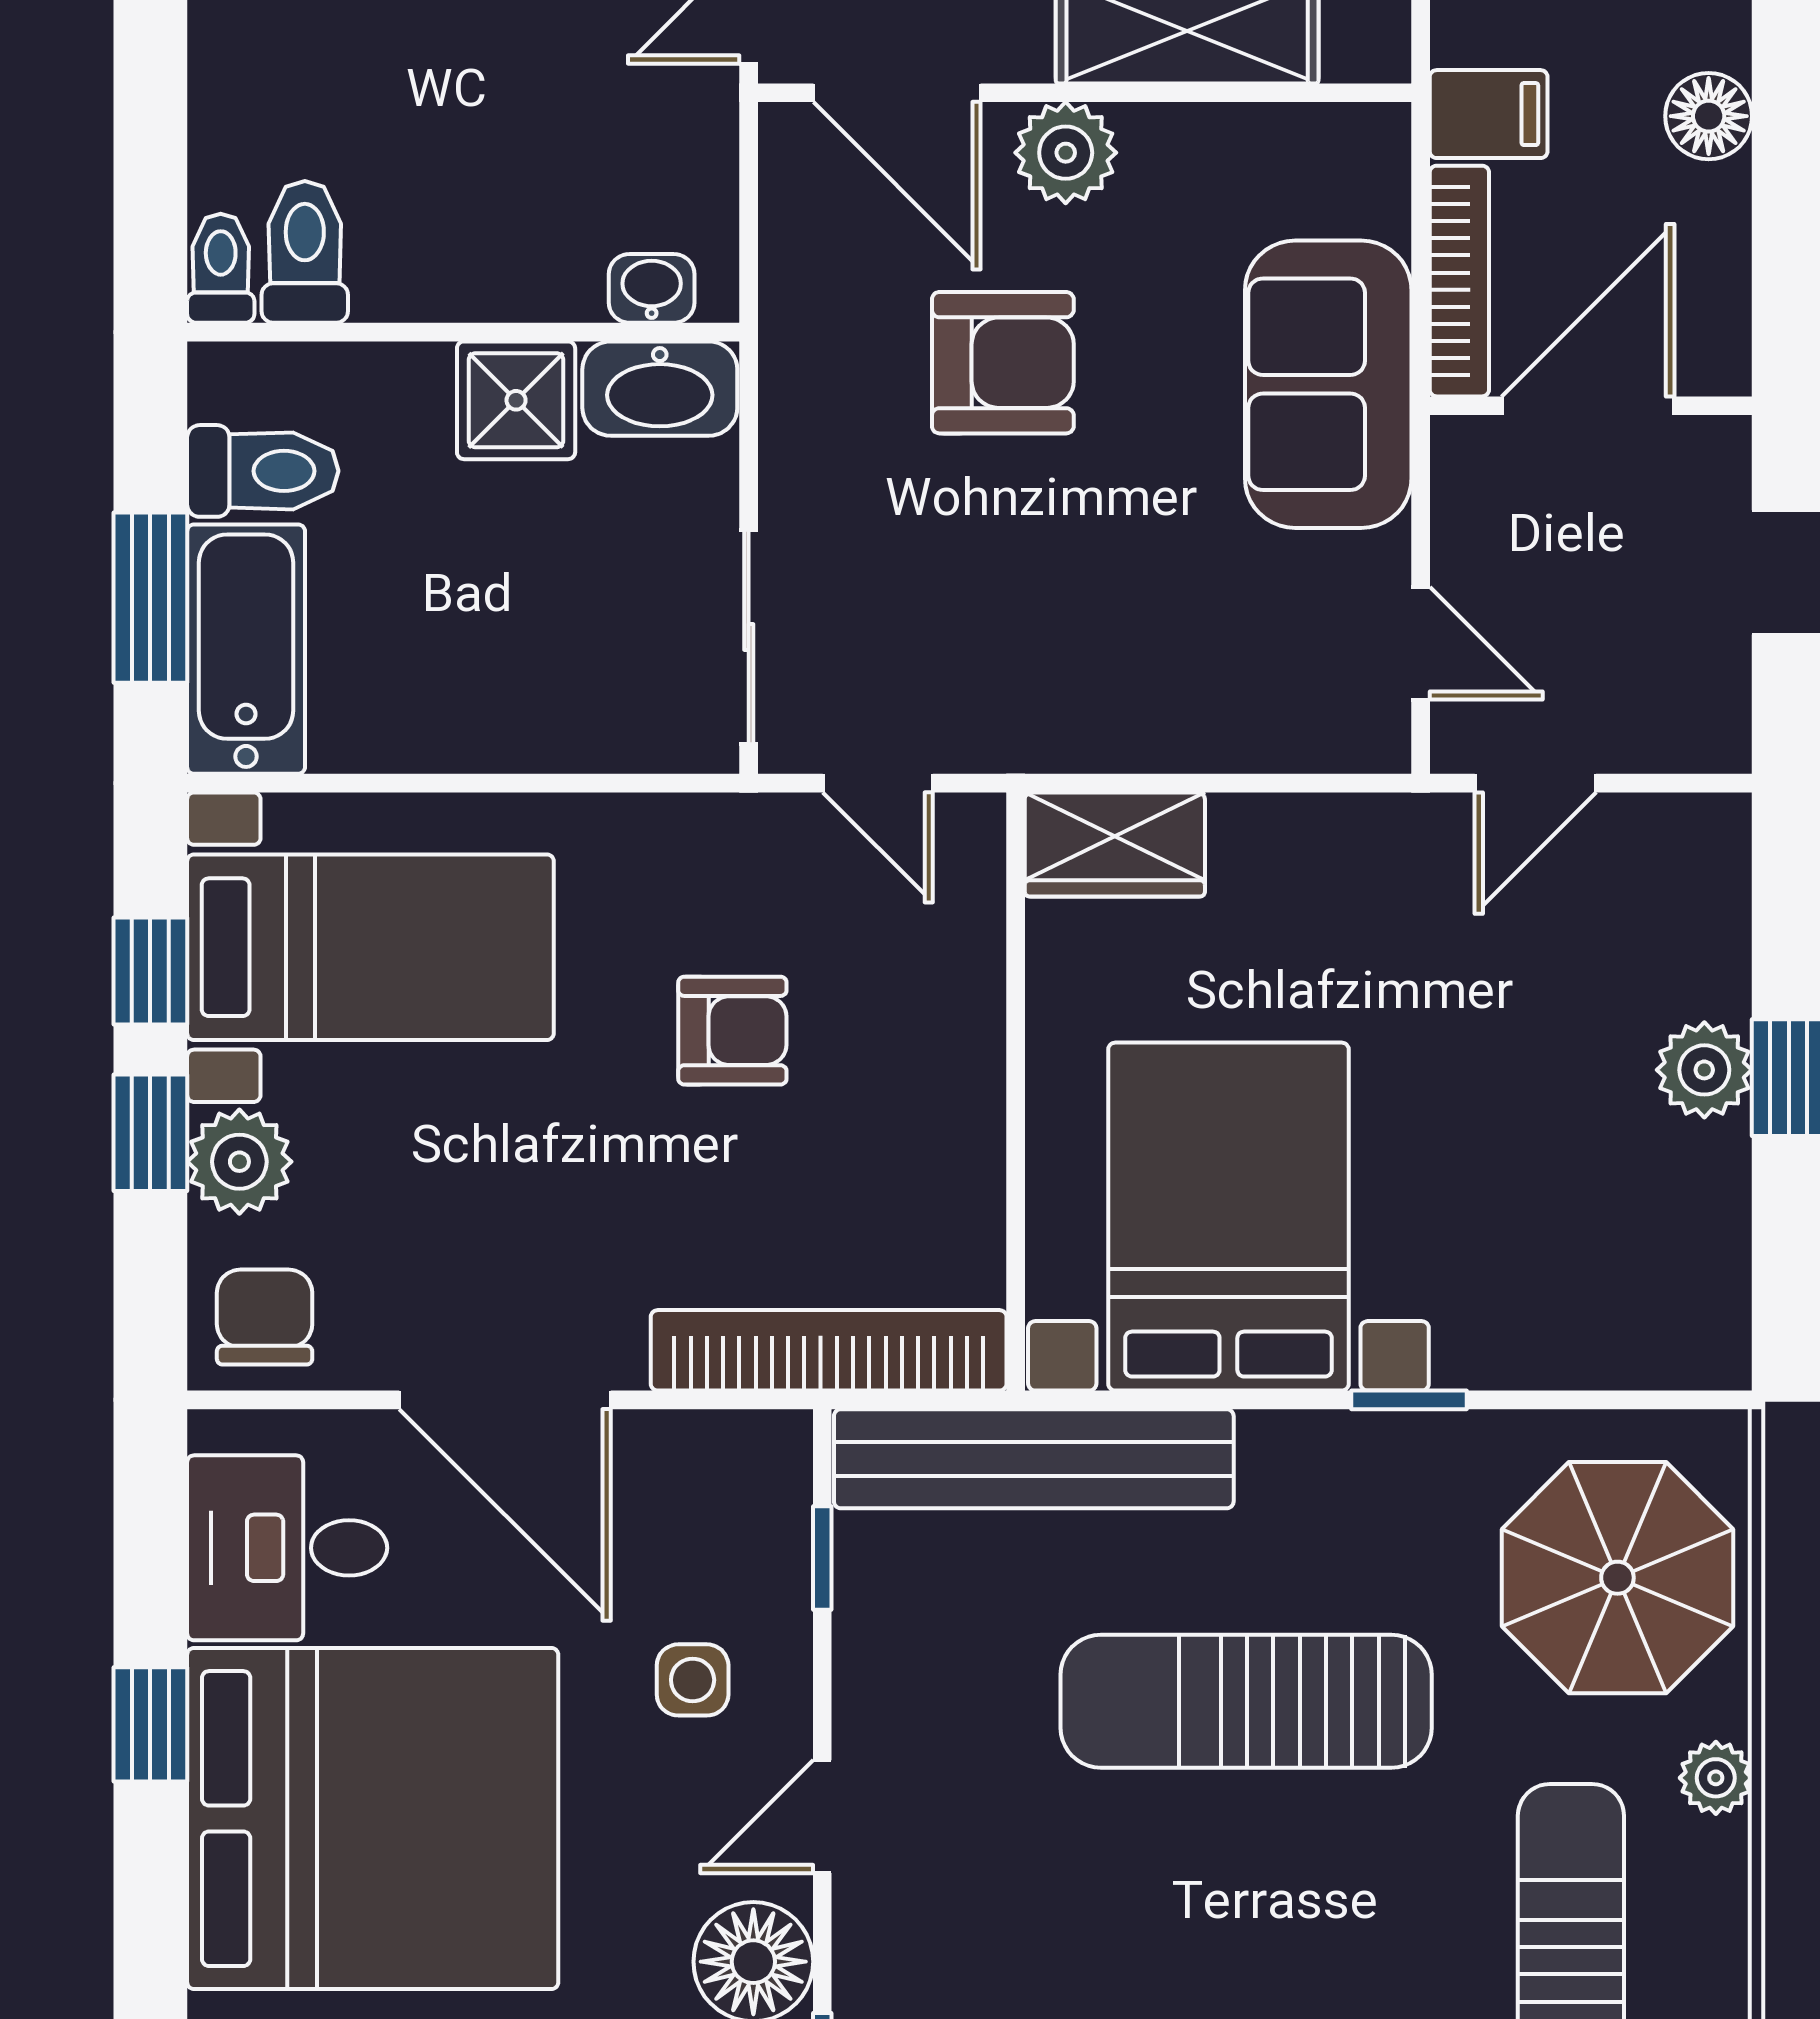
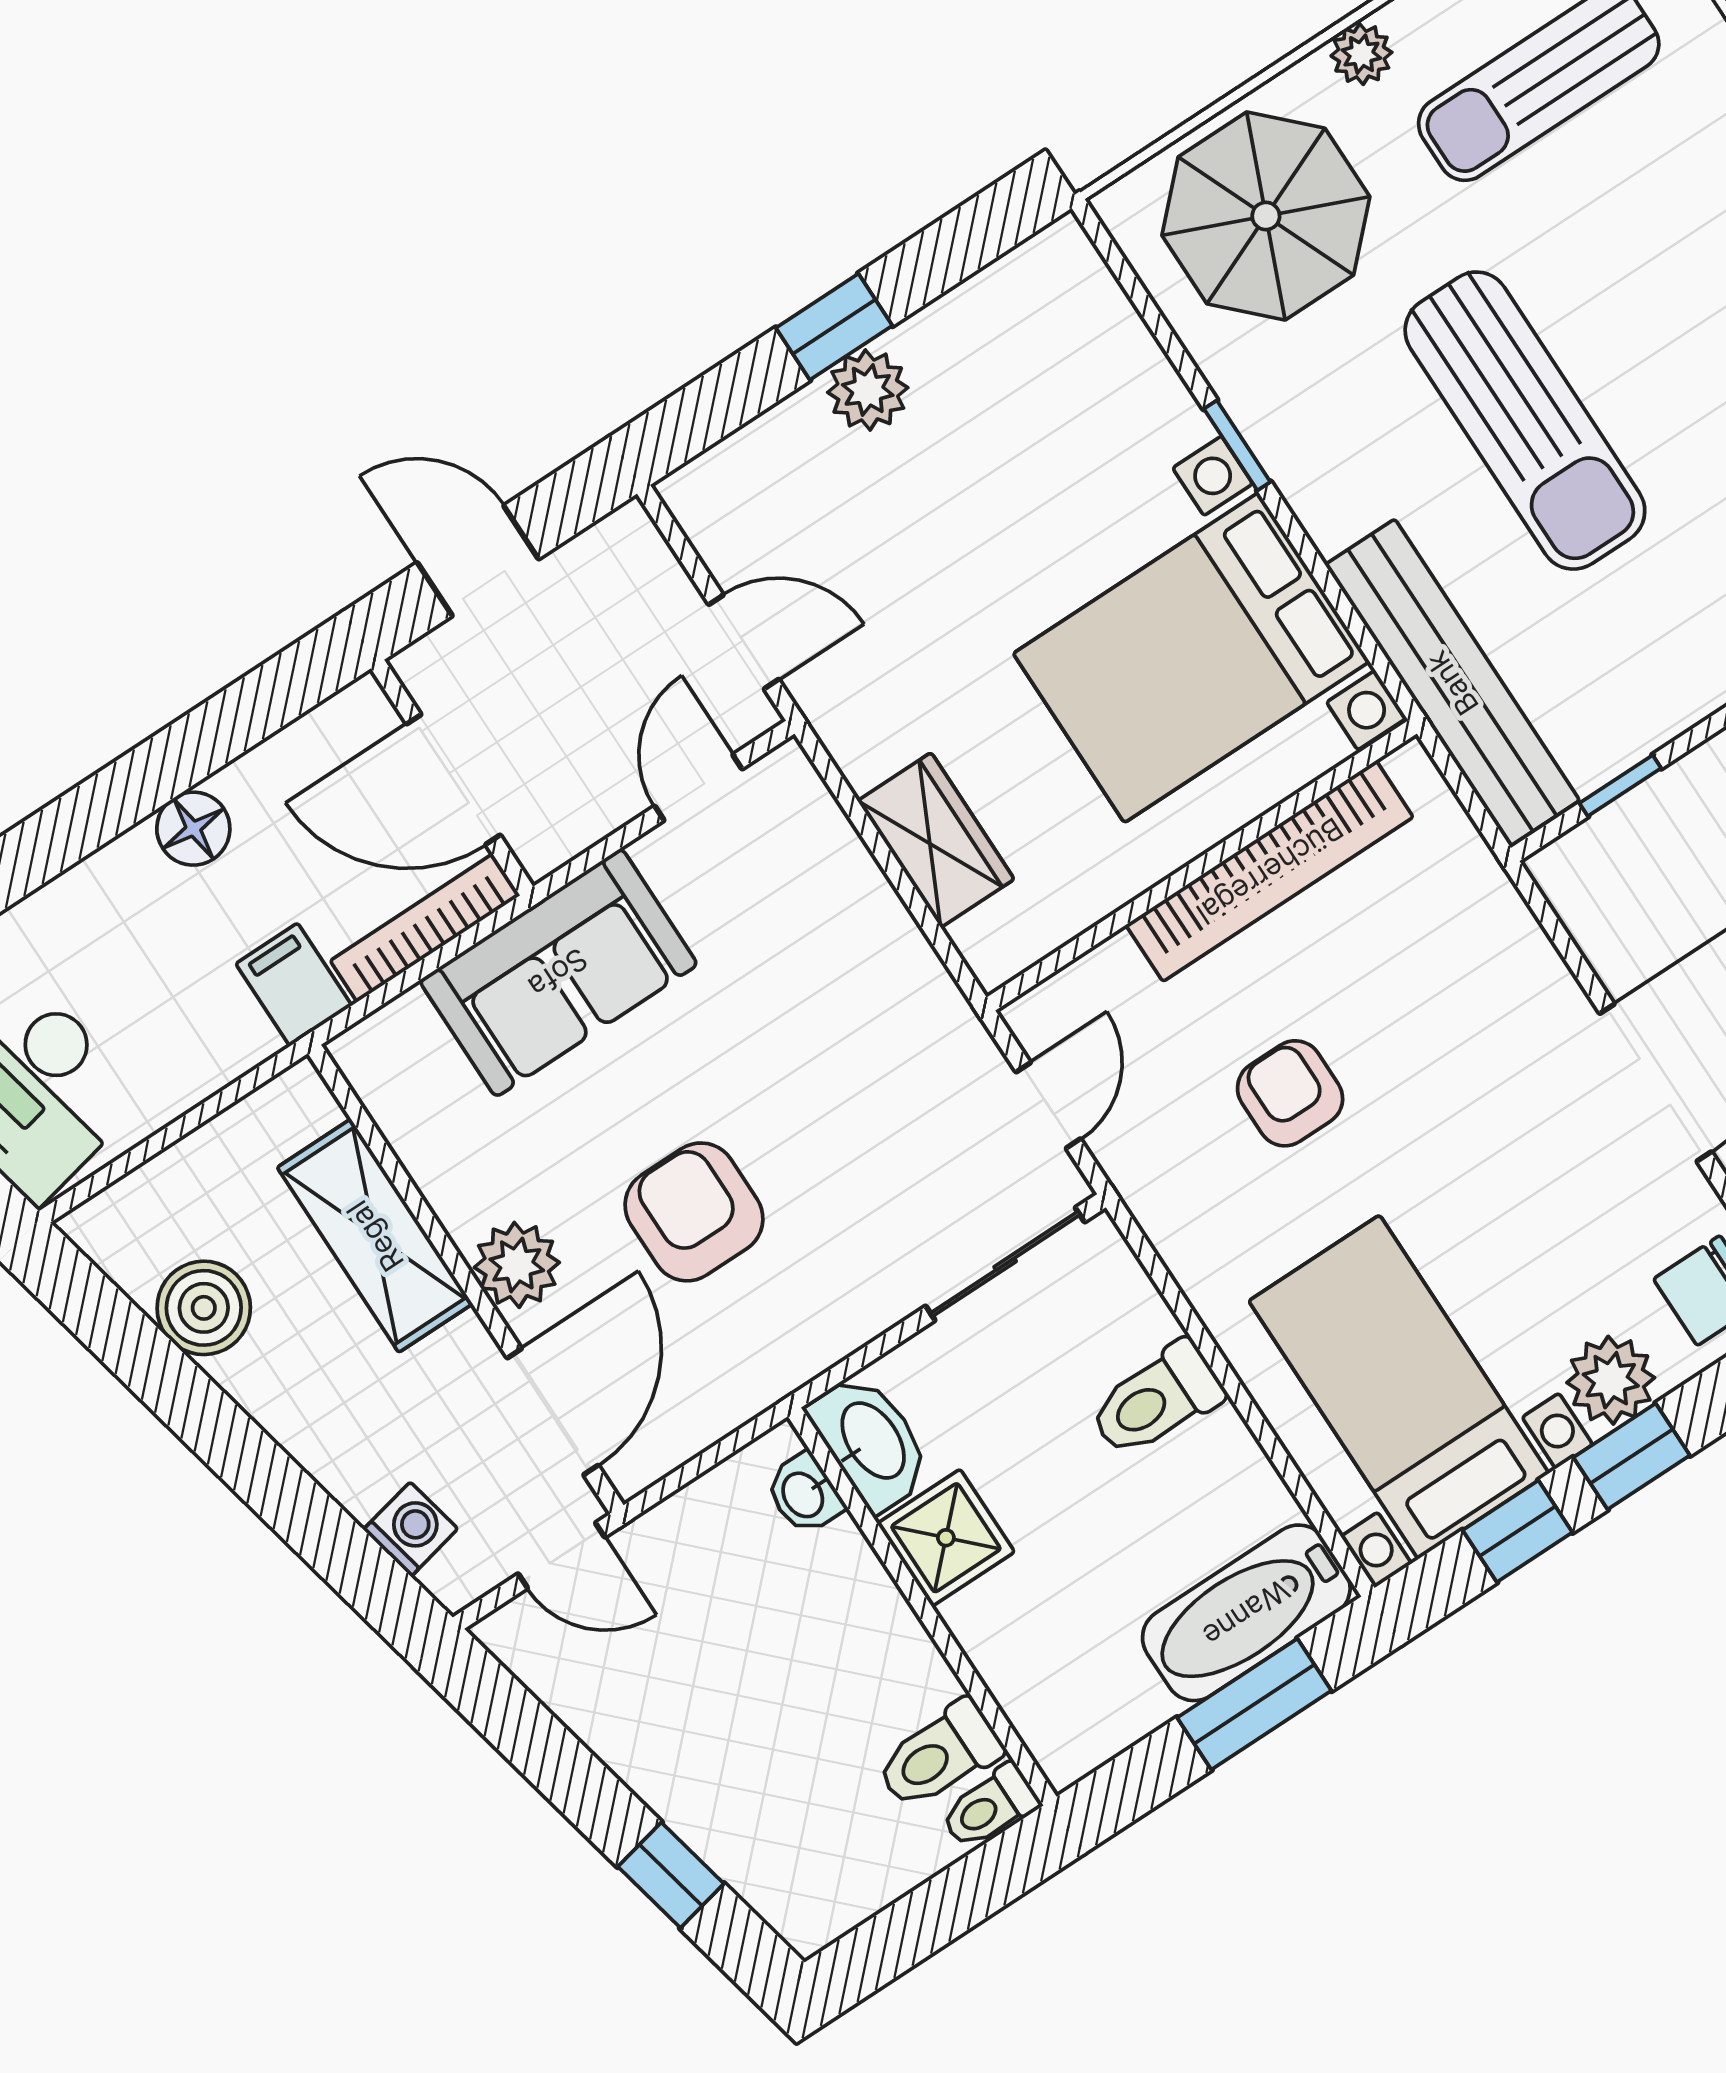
toilet: (263, 471) -> (1156, 1400), moved, turned -90
wardrobe: (1115, 845) -> (936, 840), moved
bookcase: (829, 1350) -> (1270, 871), moved, turned -90

